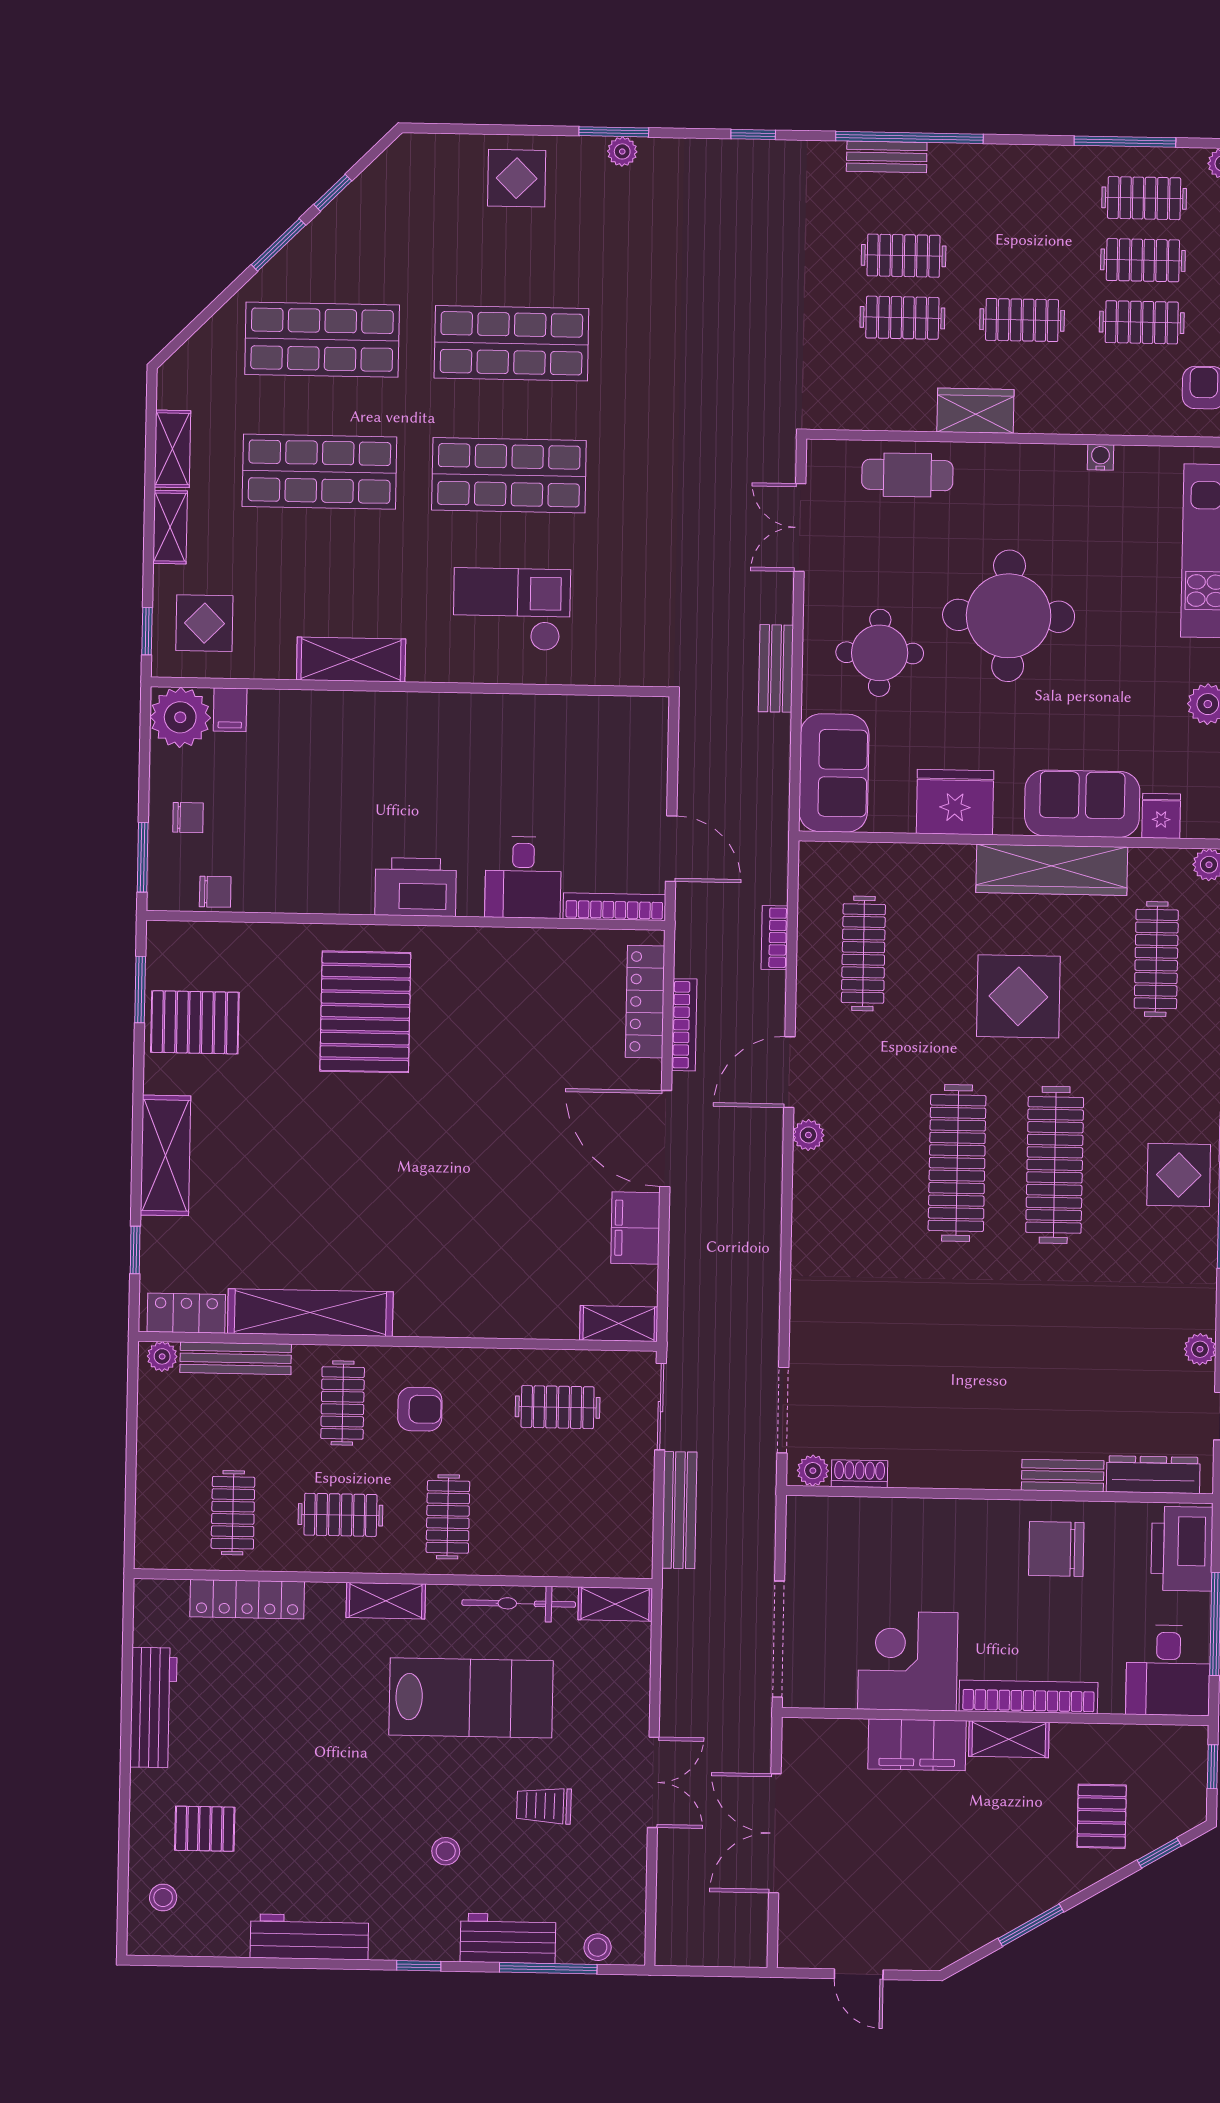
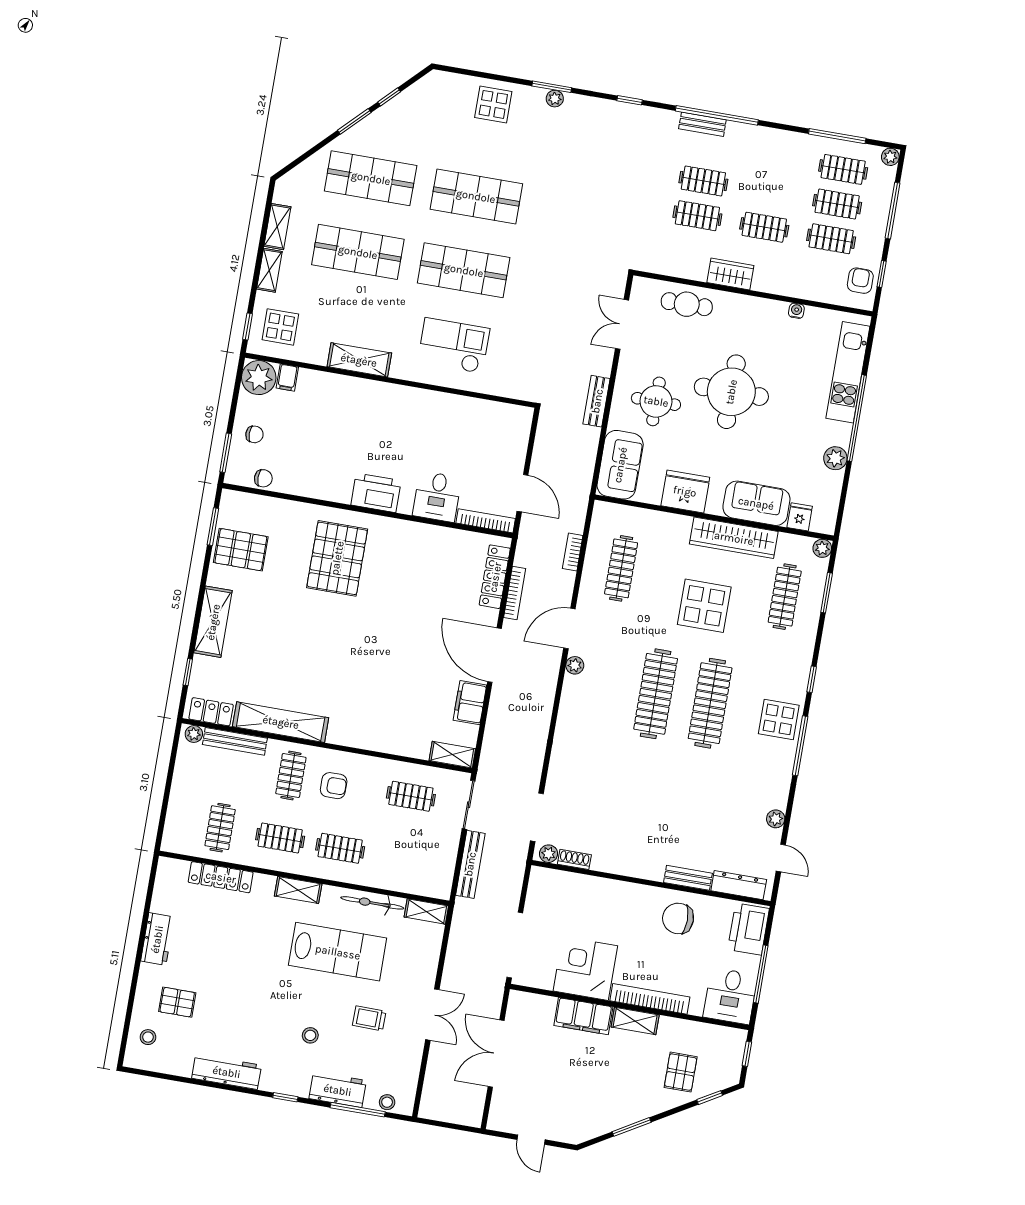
clothes rail: (448, 1517) -> (340, 848), turned 90
workbench: (153, 1708) -> (157, 939), width x0.73

